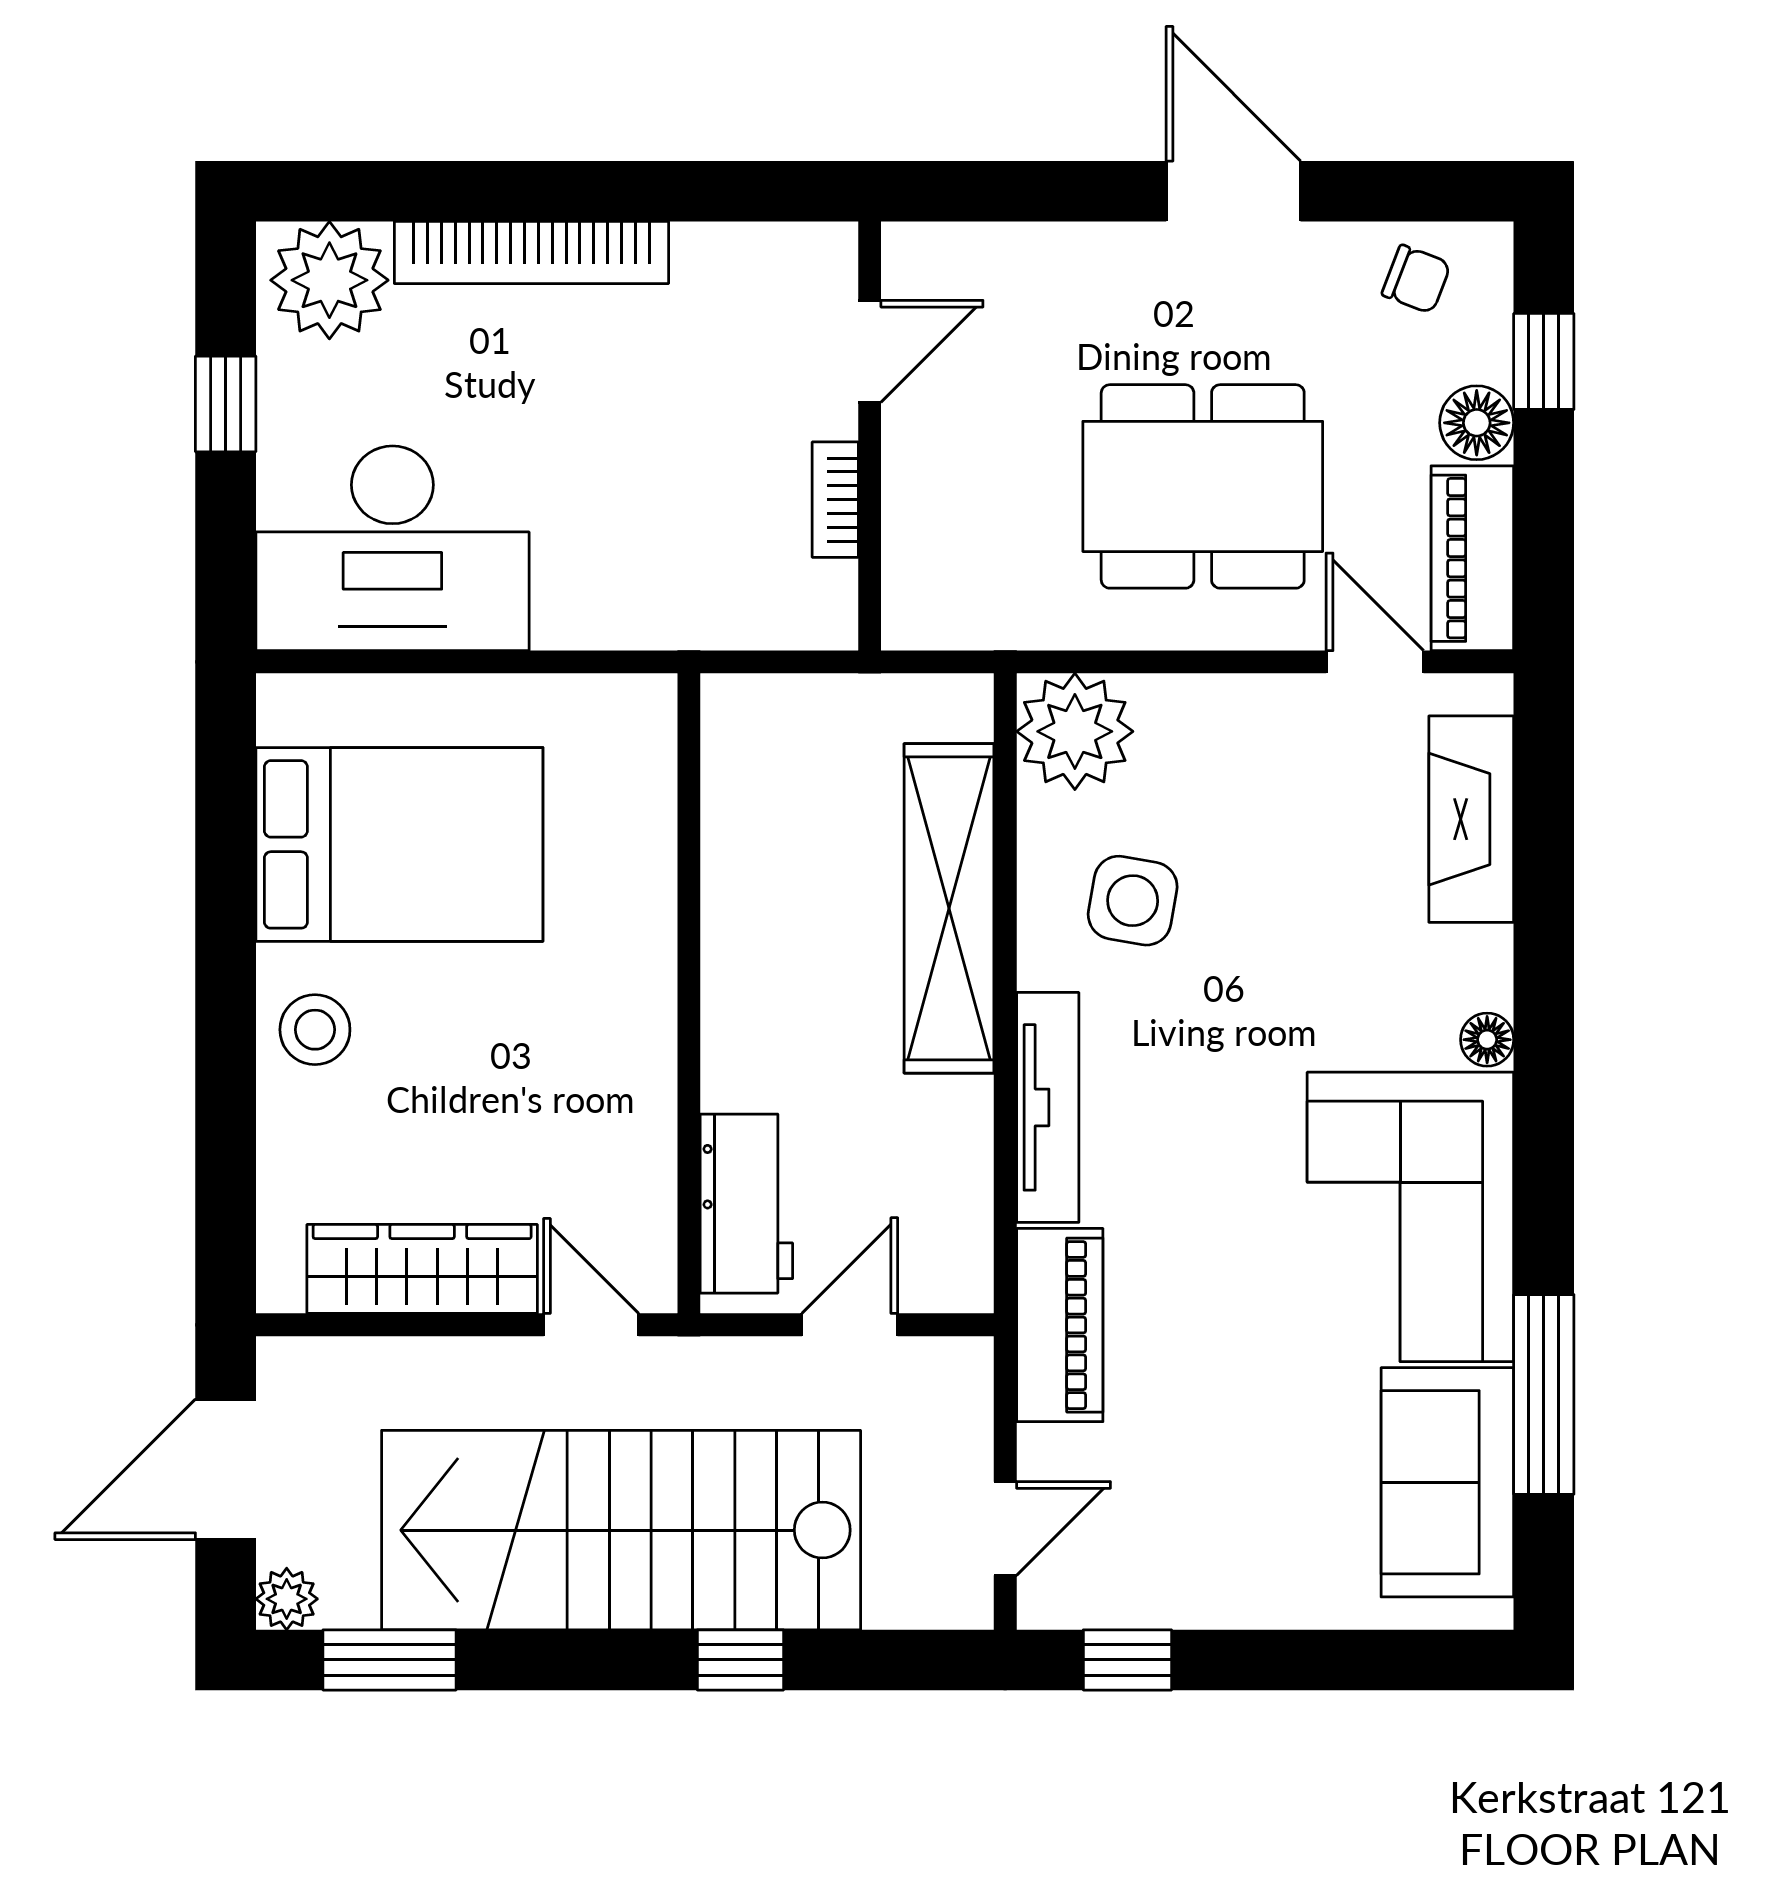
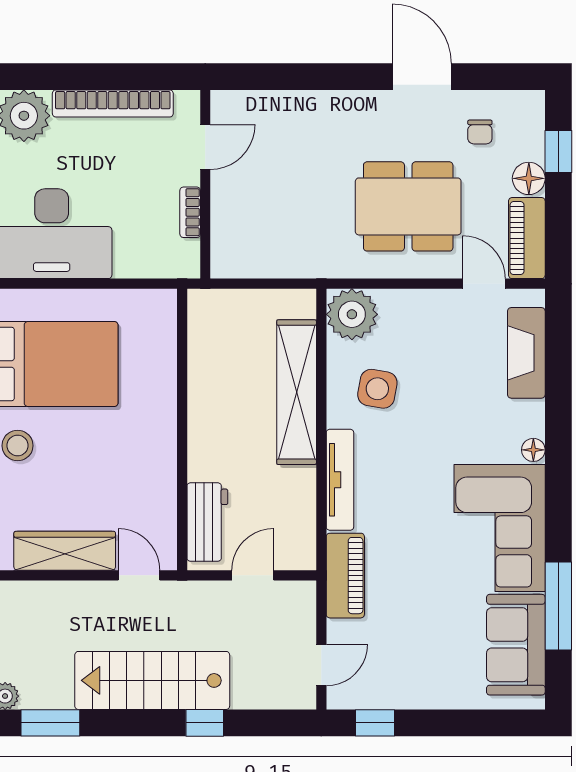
chair: (1416, 279) -> (480, 132), moved, turned 69
door: (870, 351) -> (205, 147), moved
wall: (870, 436) -> (205, 184), moved
bookcase: (835, 500) -> (190, 212), moved
stairs: (621, 1530) -> (152, 680), width x0.73, depth x0.66

